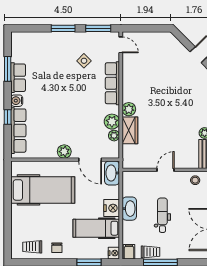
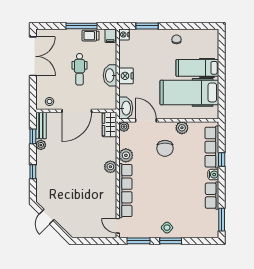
side table: (84, 61) -> (167, 228), moved
window: (8, 69) -> (222, 220), moved
row of seats: (112, 83) -> (125, 191), width x1.36
chair: (69, 129) -> (165, 148), added
wardrobe: (130, 130) -> (109, 124), moved
plant: (114, 136) -> (124, 127), moved
plant: (64, 152) -> (182, 128), moved
door: (166, 170) -> (77, 111), width x1.87
hospital bed: (96, 228) -> (197, 68), moved, turned 180
trolley: (32, 247) -> (199, 40), removed

